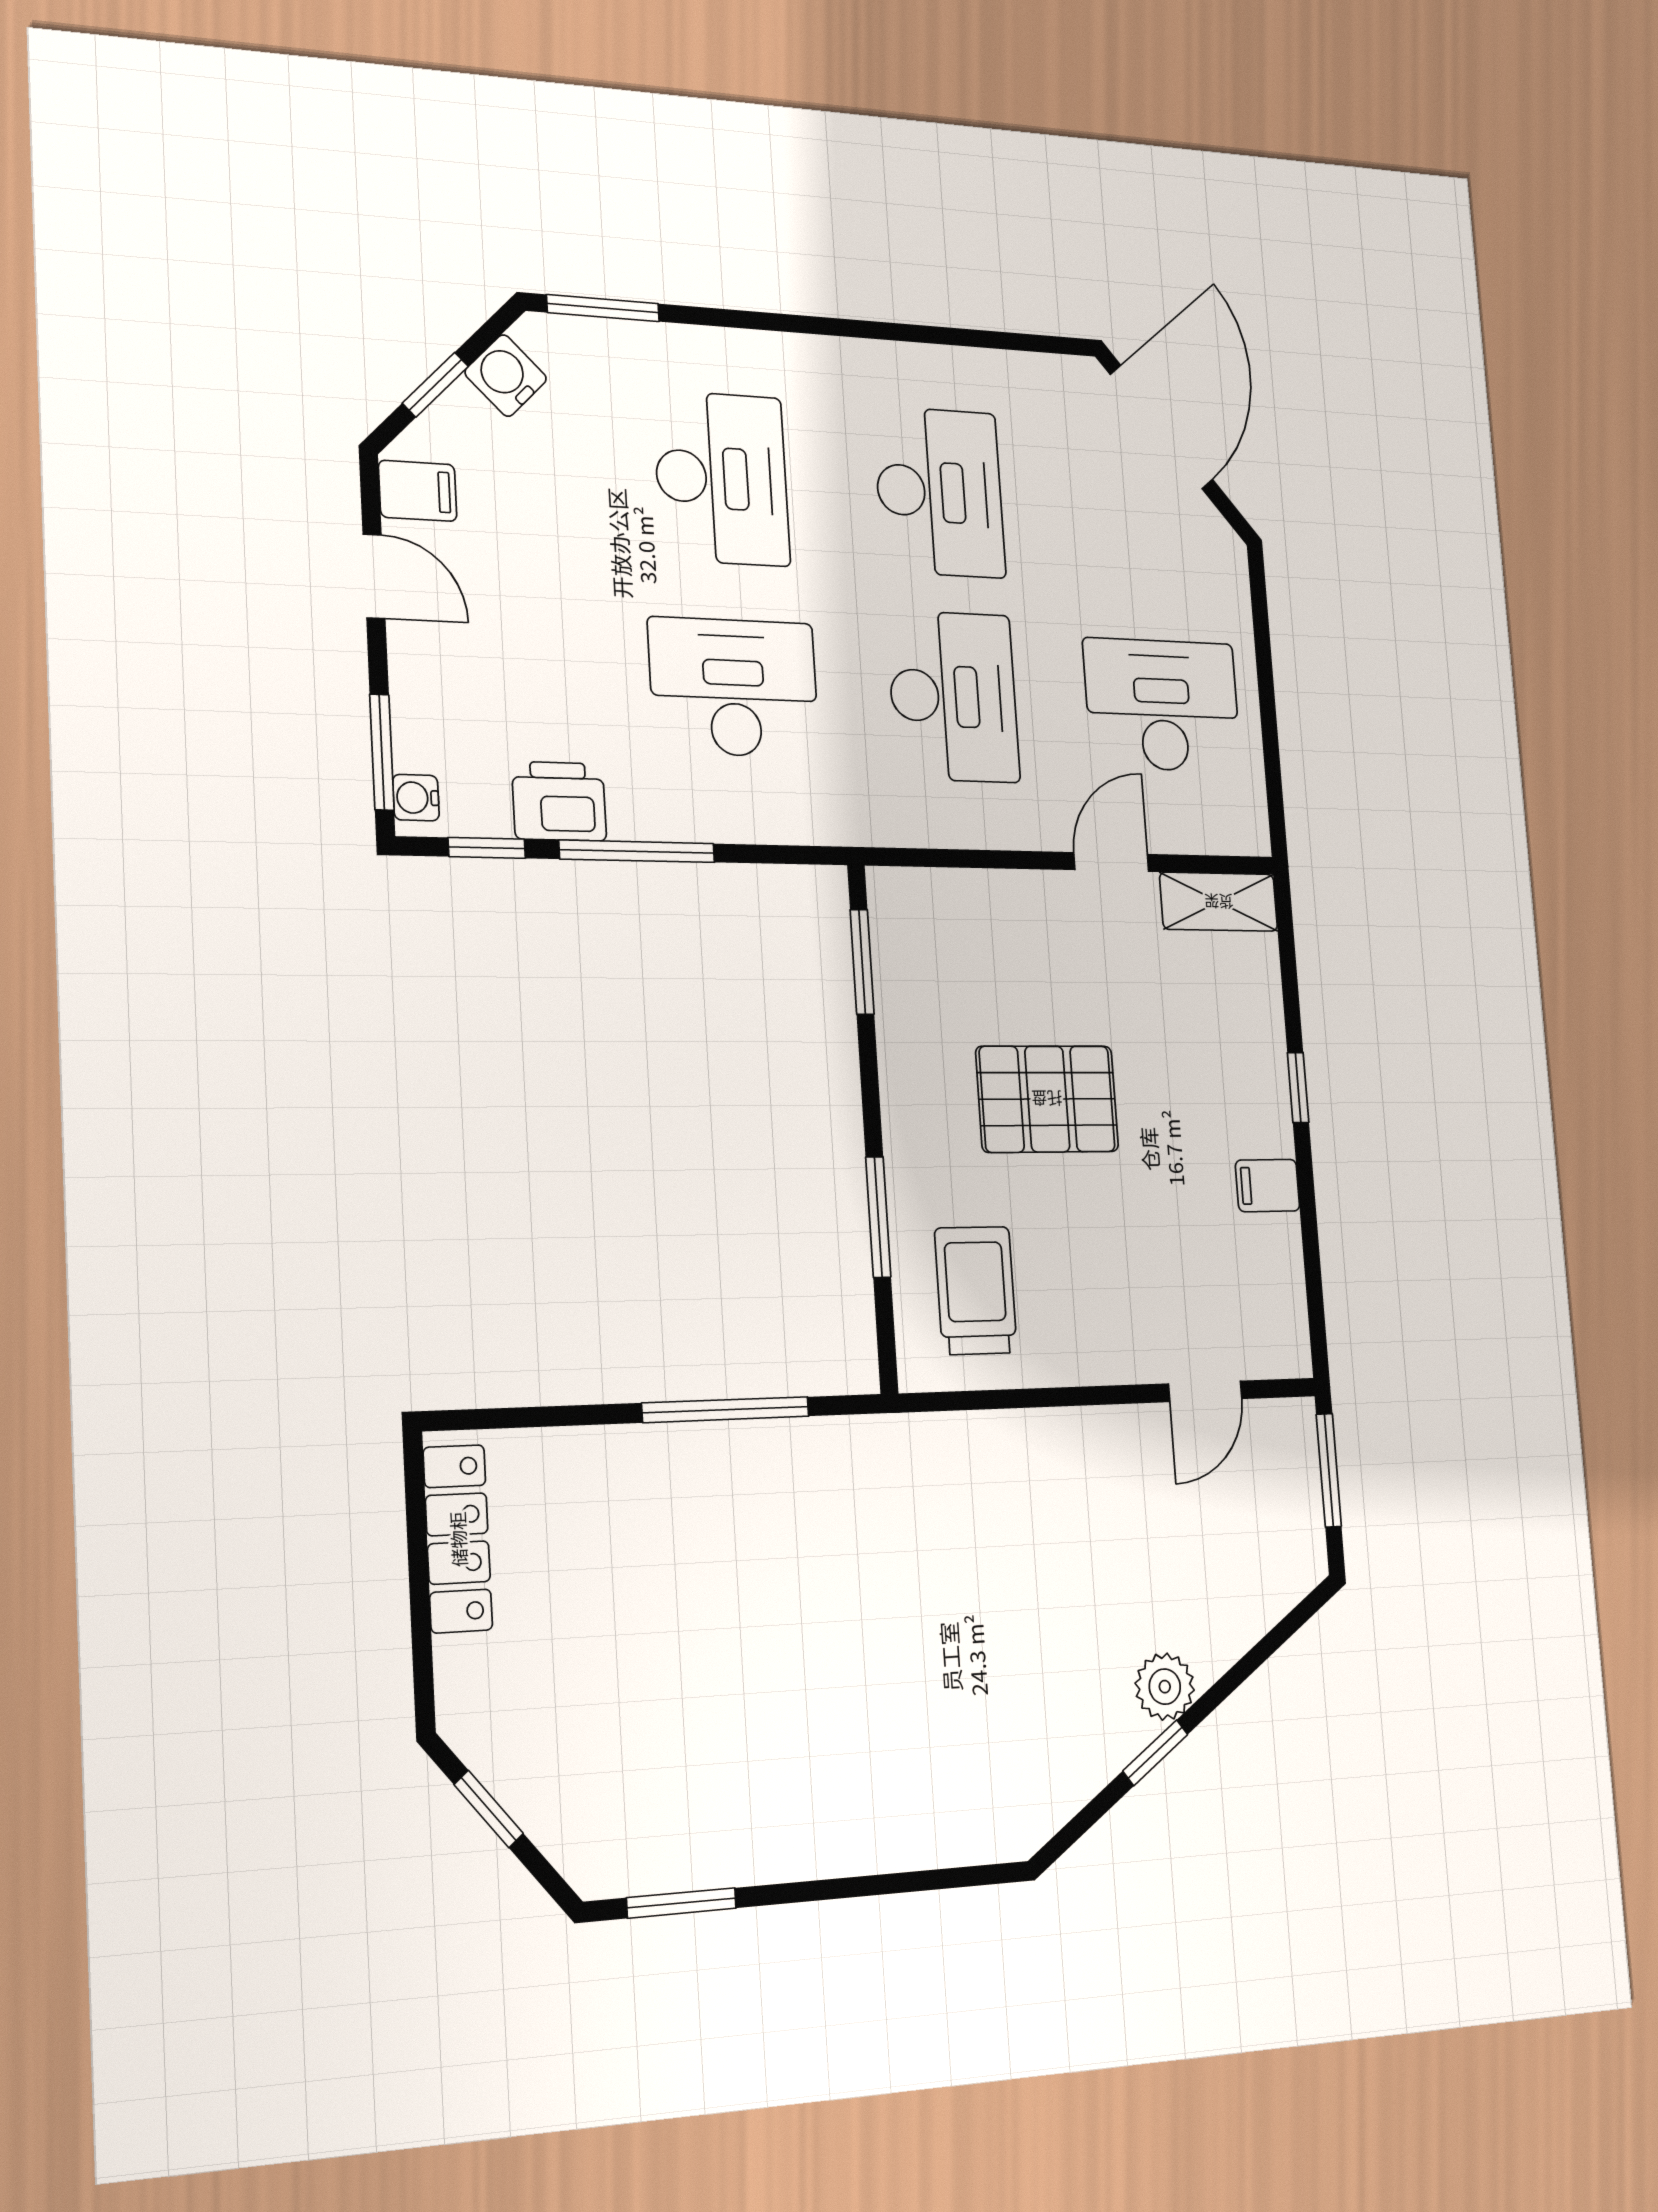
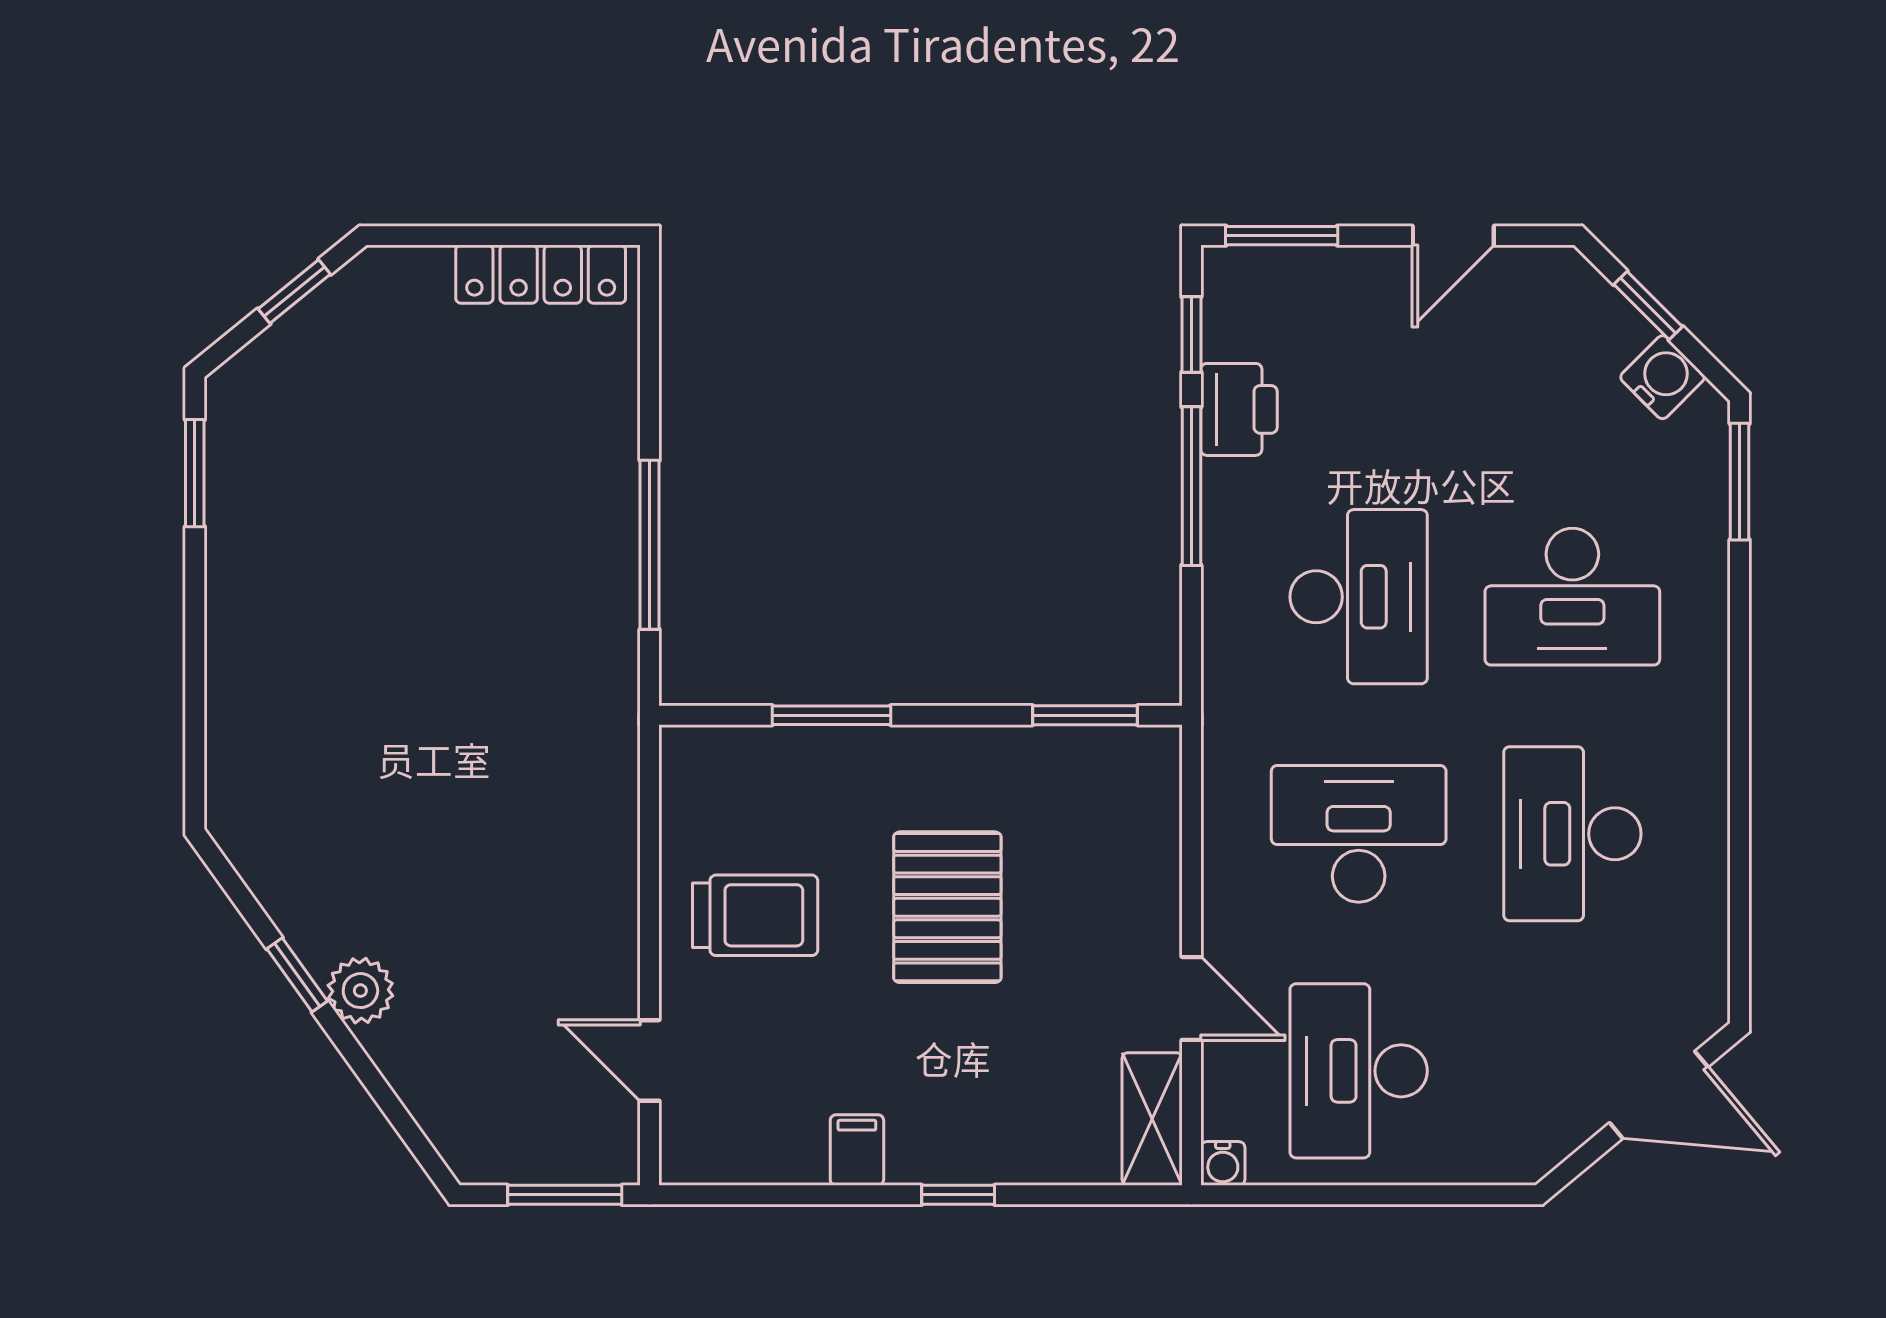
door: (1162, 427) -> (1659, 1095), width x0.73
filing cabinet: (418, 491) -> (1540, 283), removed
desk: (939, 492) -> (1572, 834), turned 90
desk: (953, 697) -> (1359, 834), turned 180
desk: (1162, 705) -> (1359, 1071), turned 180
water cooler: (416, 798) -> (1223, 1163), moved, turned 180
trolley: (976, 1291) -> (755, 915), moved

